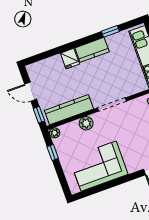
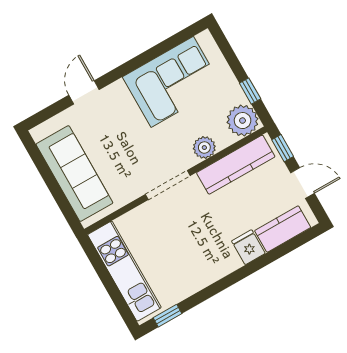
window: (110, 31) -> (168, 316), moved
kitchen counter: (92, 50) -> (283, 229), moved
plant: (55, 133) -> (243, 121), width x1.88, depth x1.88

